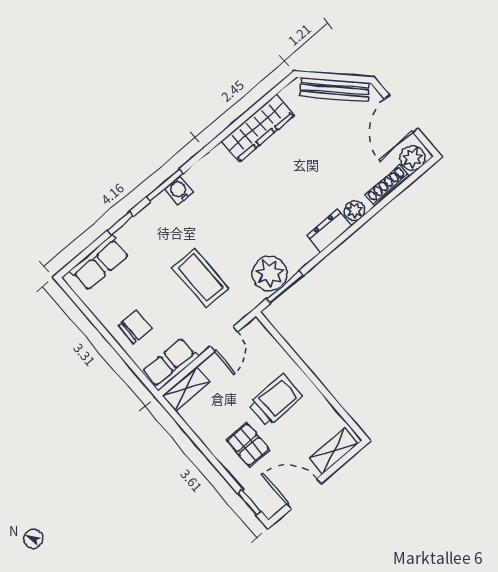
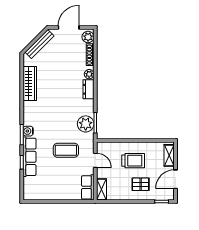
door: (401, 114) -> (69, 27), swing flipped
row of seats: (99, 263) -> (30, 157), moved, width x1.48
chair: (135, 327) -> (64, 189), removed
trolley: (276, 400) -> (133, 161), turned 90

